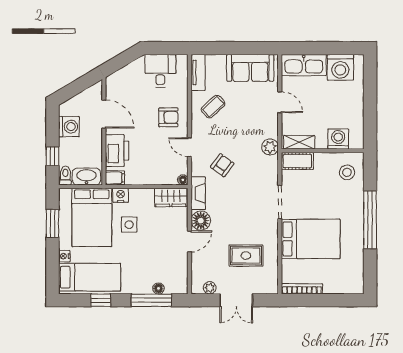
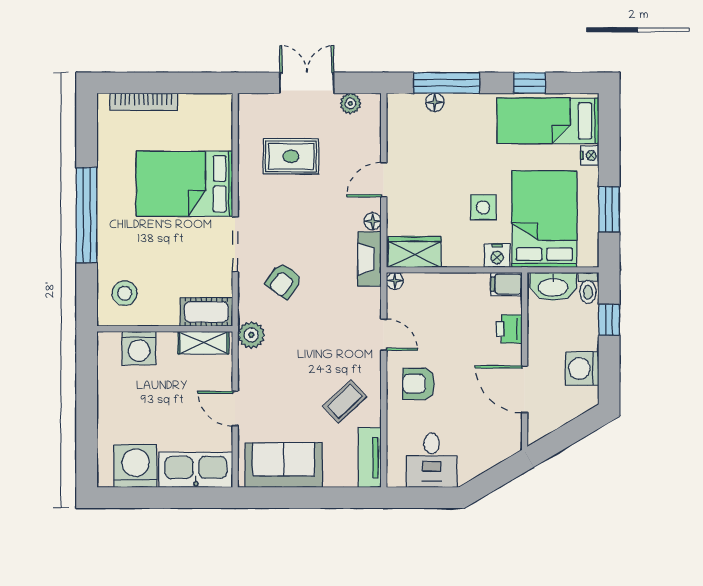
printer: (117, 151) -> (509, 329), width x0.53, depth x0.68
armchair: (222, 165) -> (284, 281), moved
floor lamp: (201, 221) -> (373, 221), width x0.53, depth x0.53
bookcase: (302, 289) -> (144, 102), moved

